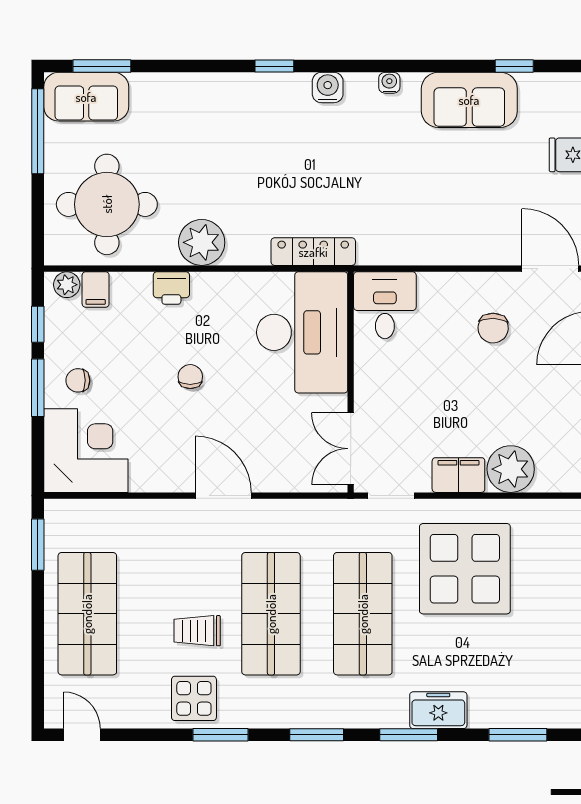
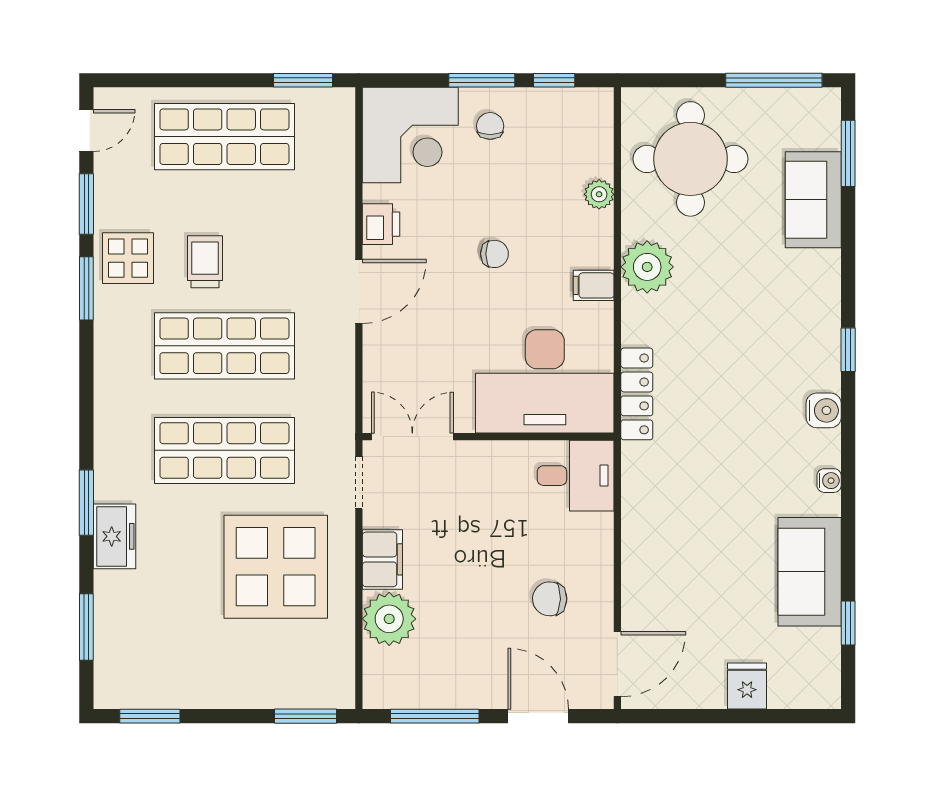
sofa: (86, 97) -> (813, 200), moved
plant: (67, 285) -> (599, 194), moved
printer: (171, 288) -> (381, 224), moved, turned 180
filing cabinet: (96, 289) -> (594, 285), moved
window: (317, 735) -> (86, 204), moved

